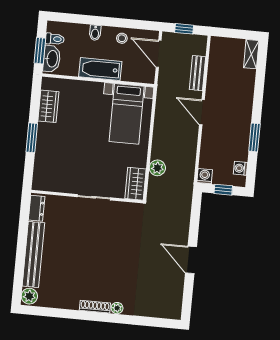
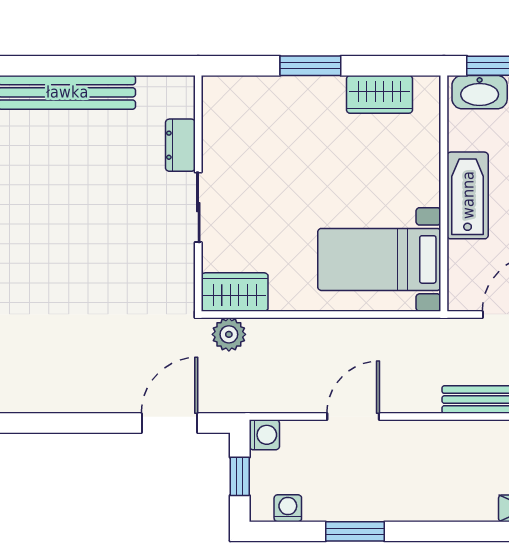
door: (202, 112) -> (353, 417), moved
plant: (157, 168) -> (229, 334), moved
dresser: (37, 208) -> (180, 145), moved, turned 90
door: (191, 260) -> (169, 423), moved

